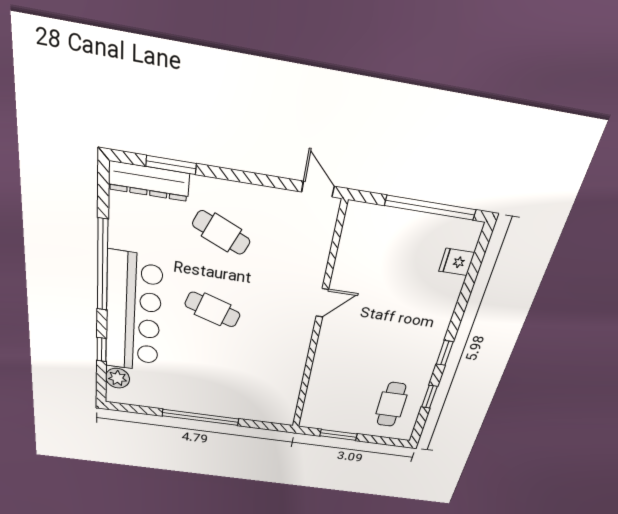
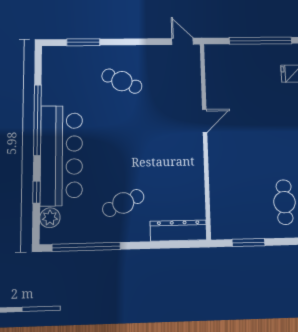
dresser: (149, 181) -> (178, 231), moved, turned 180
cafe table: (213, 310) -> (123, 203), moved, turned -42
window: (200, 417) -> (86, 247), moved

